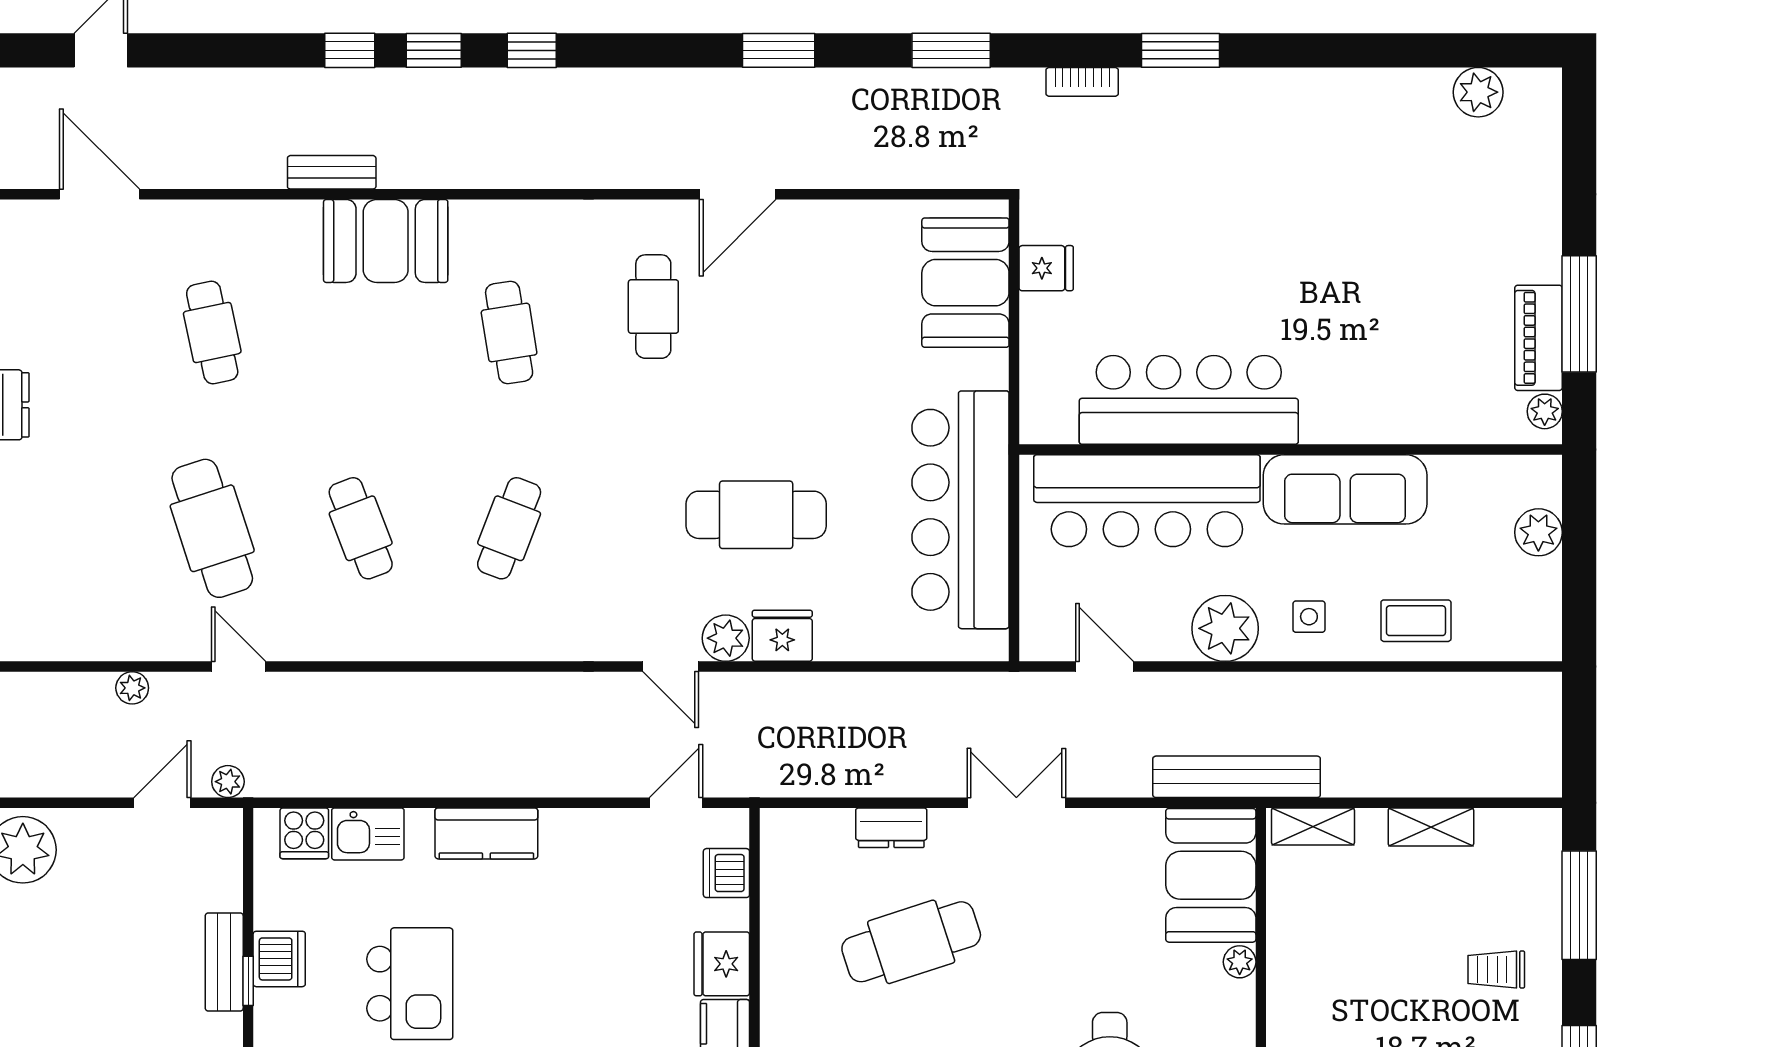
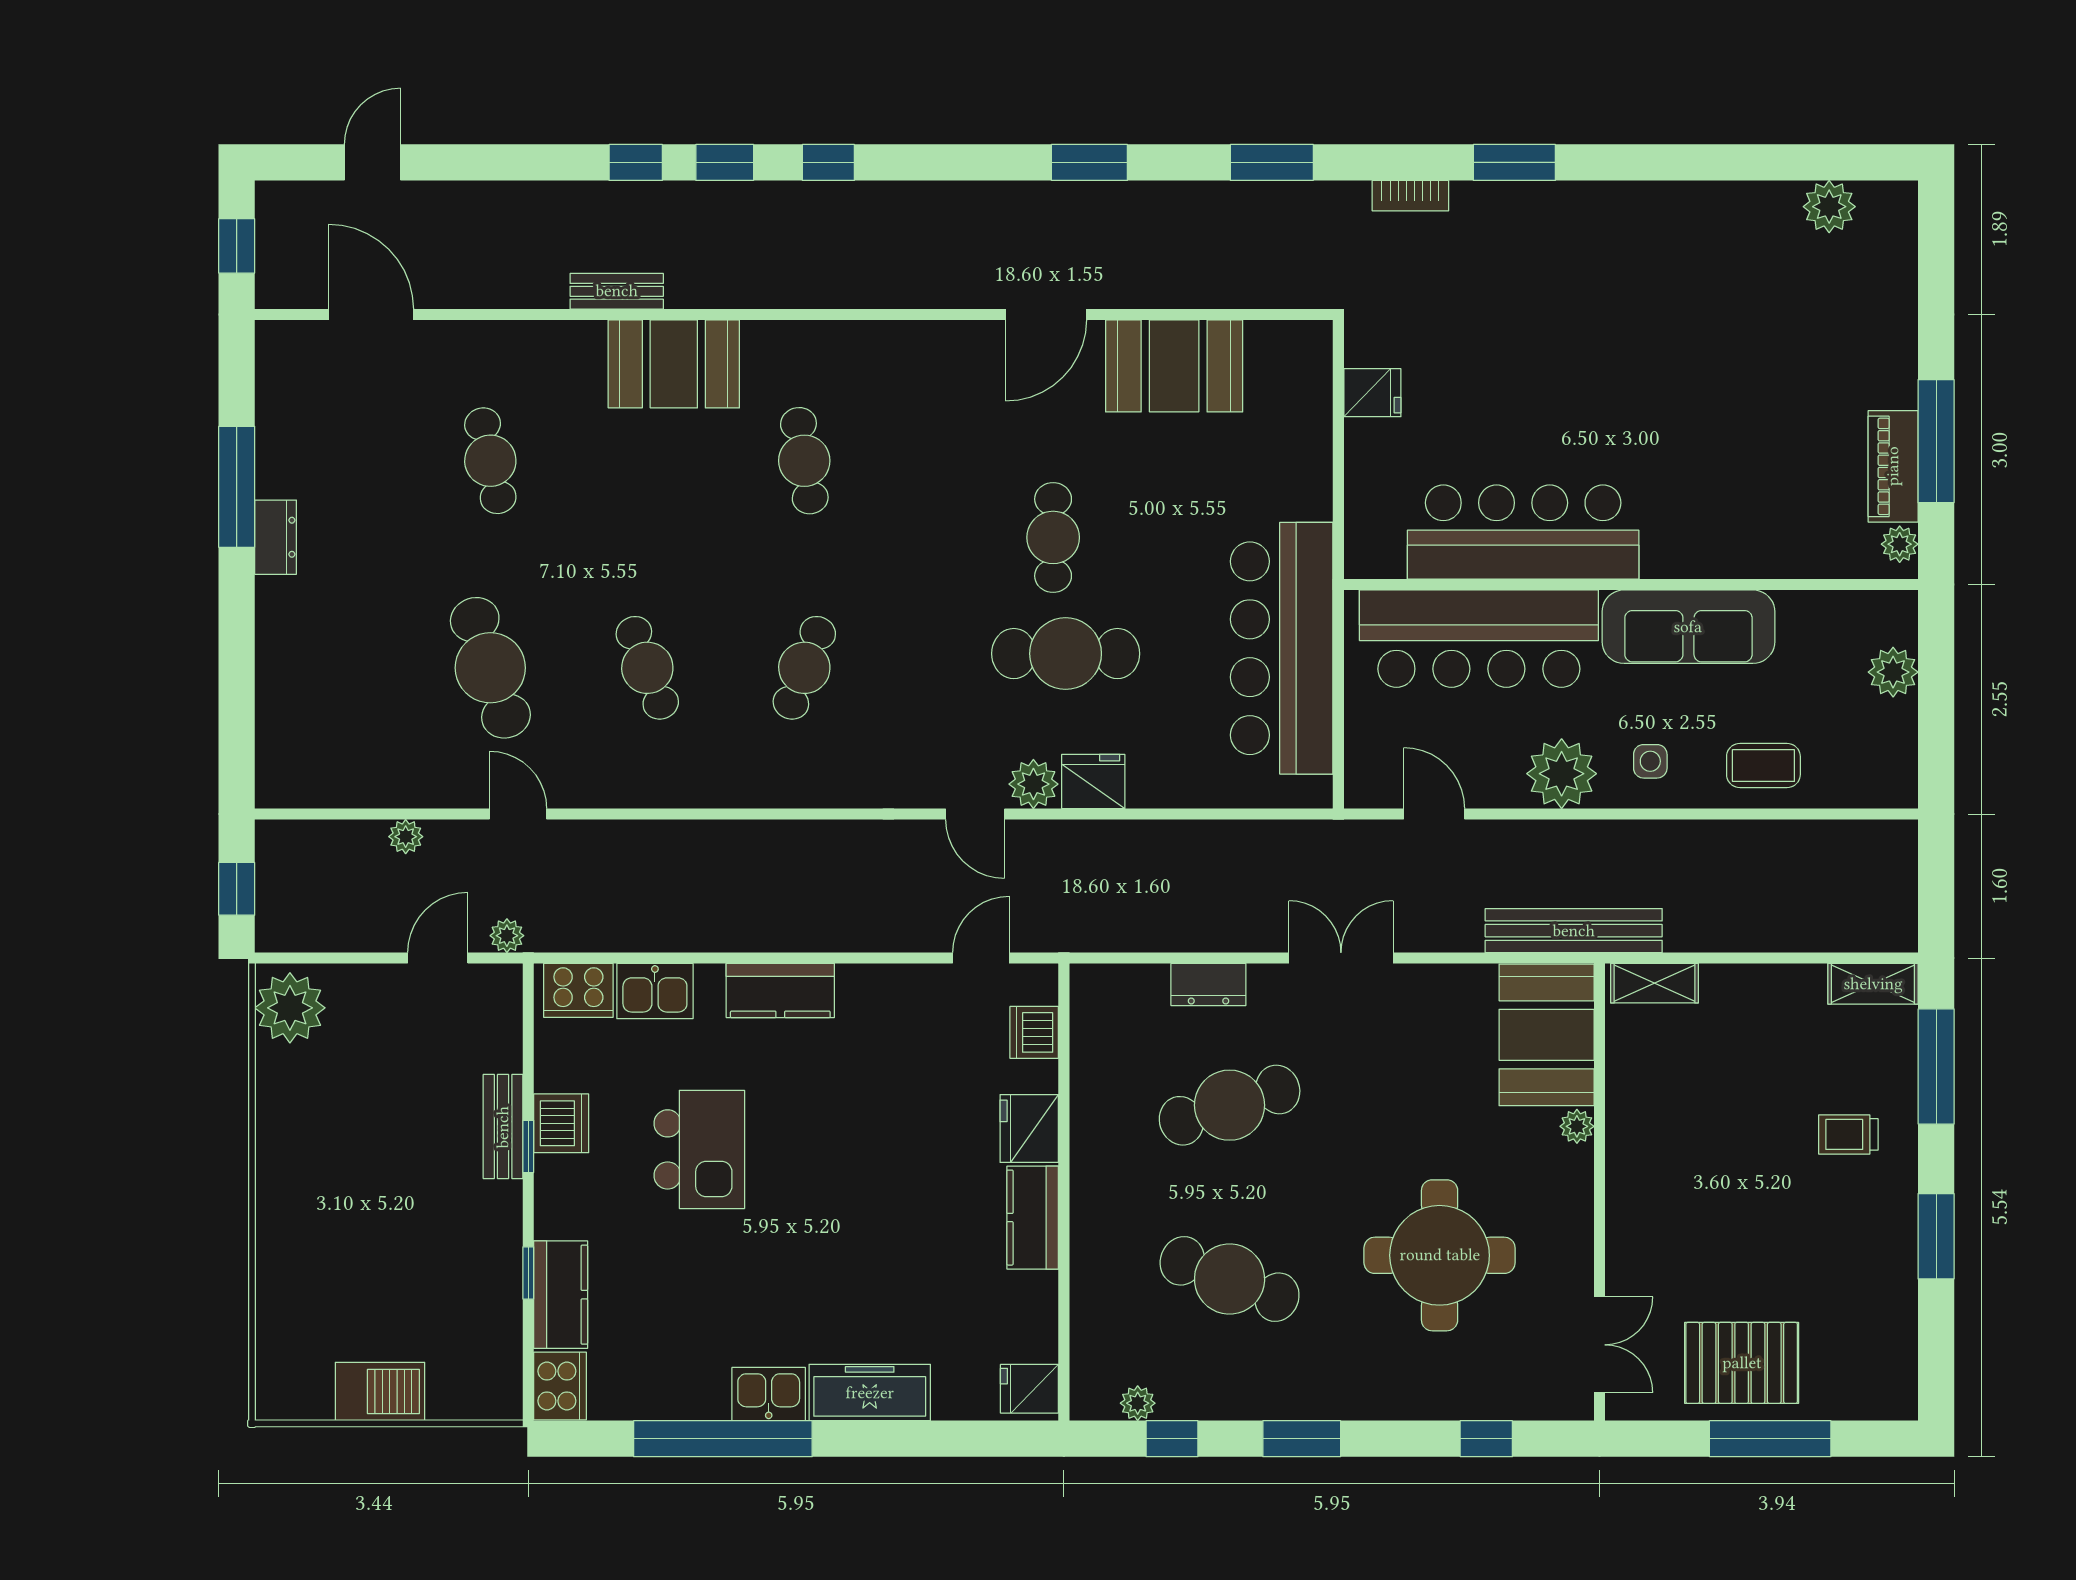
booth: (965, 283) -> (1174, 366), moved, turned 90
cafe table: (653, 307) -> (1053, 537), moved
shelving: (1431, 827) -> (1873, 984), moved
cooker: (304, 833) -> (578, 990), width x1.36

